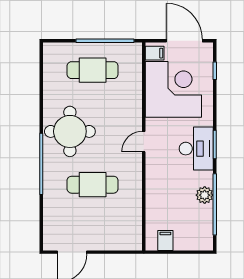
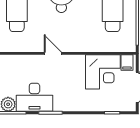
corner desk: (173, 89) -> (103, 72), width x0.74, depth x0.74
desk: (196, 149) -> (34, 97), moved

